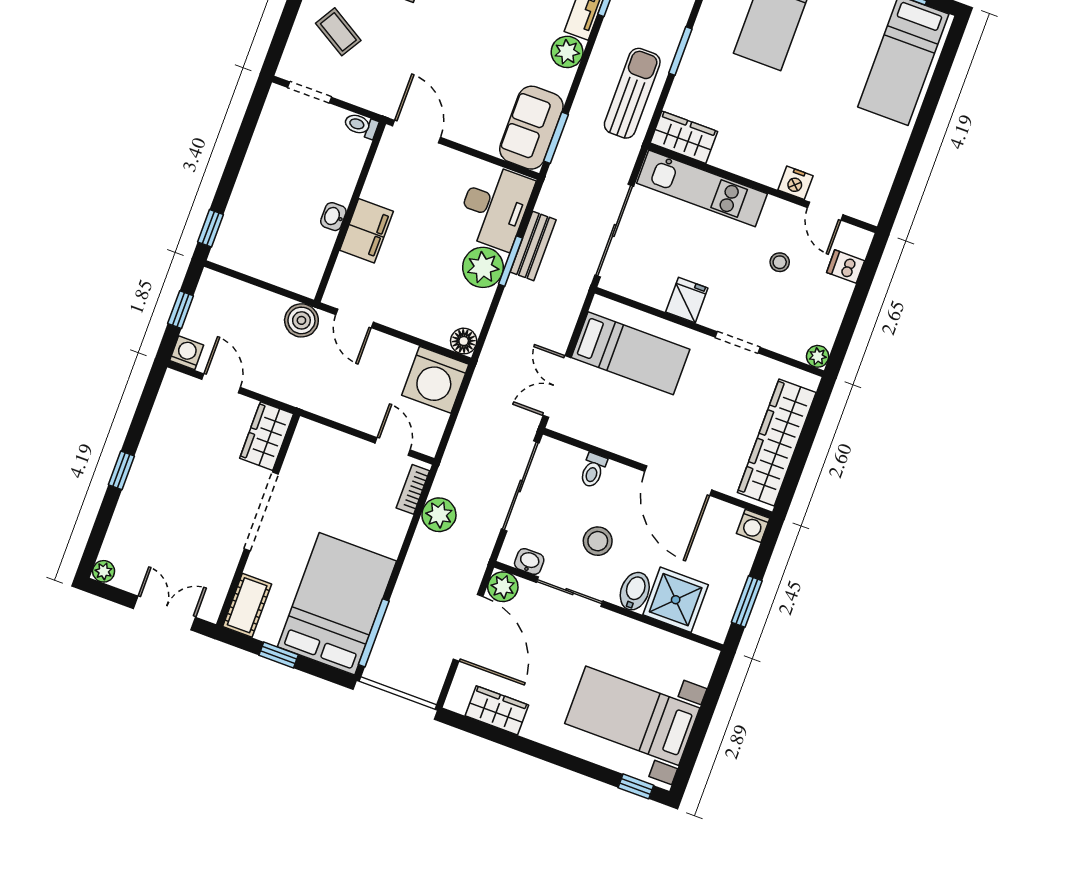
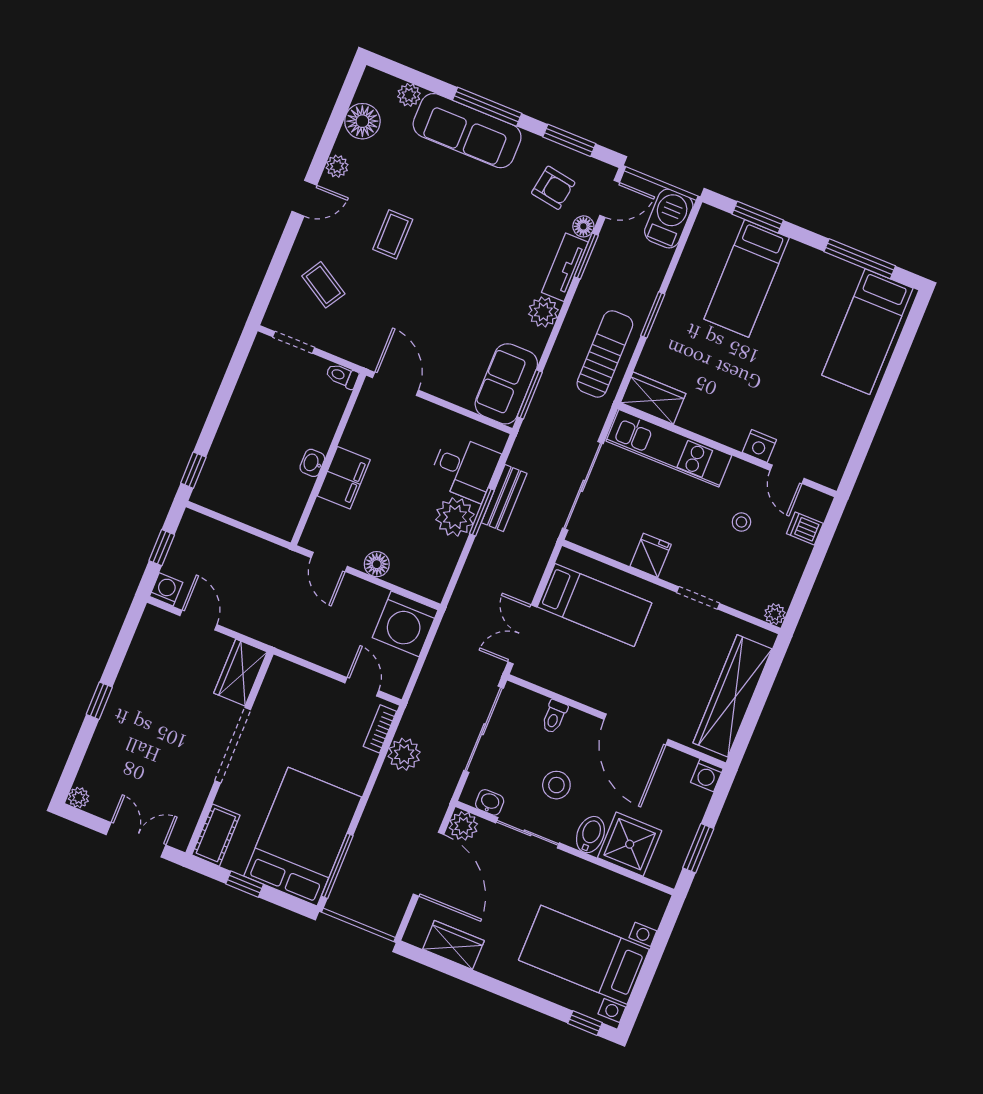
desk: (495, 207) -> (464, 468), width x0.73
boiler: (301, 320) -> (278, 562), removed
floor lamp: (464, 341) -> (377, 564), moved

